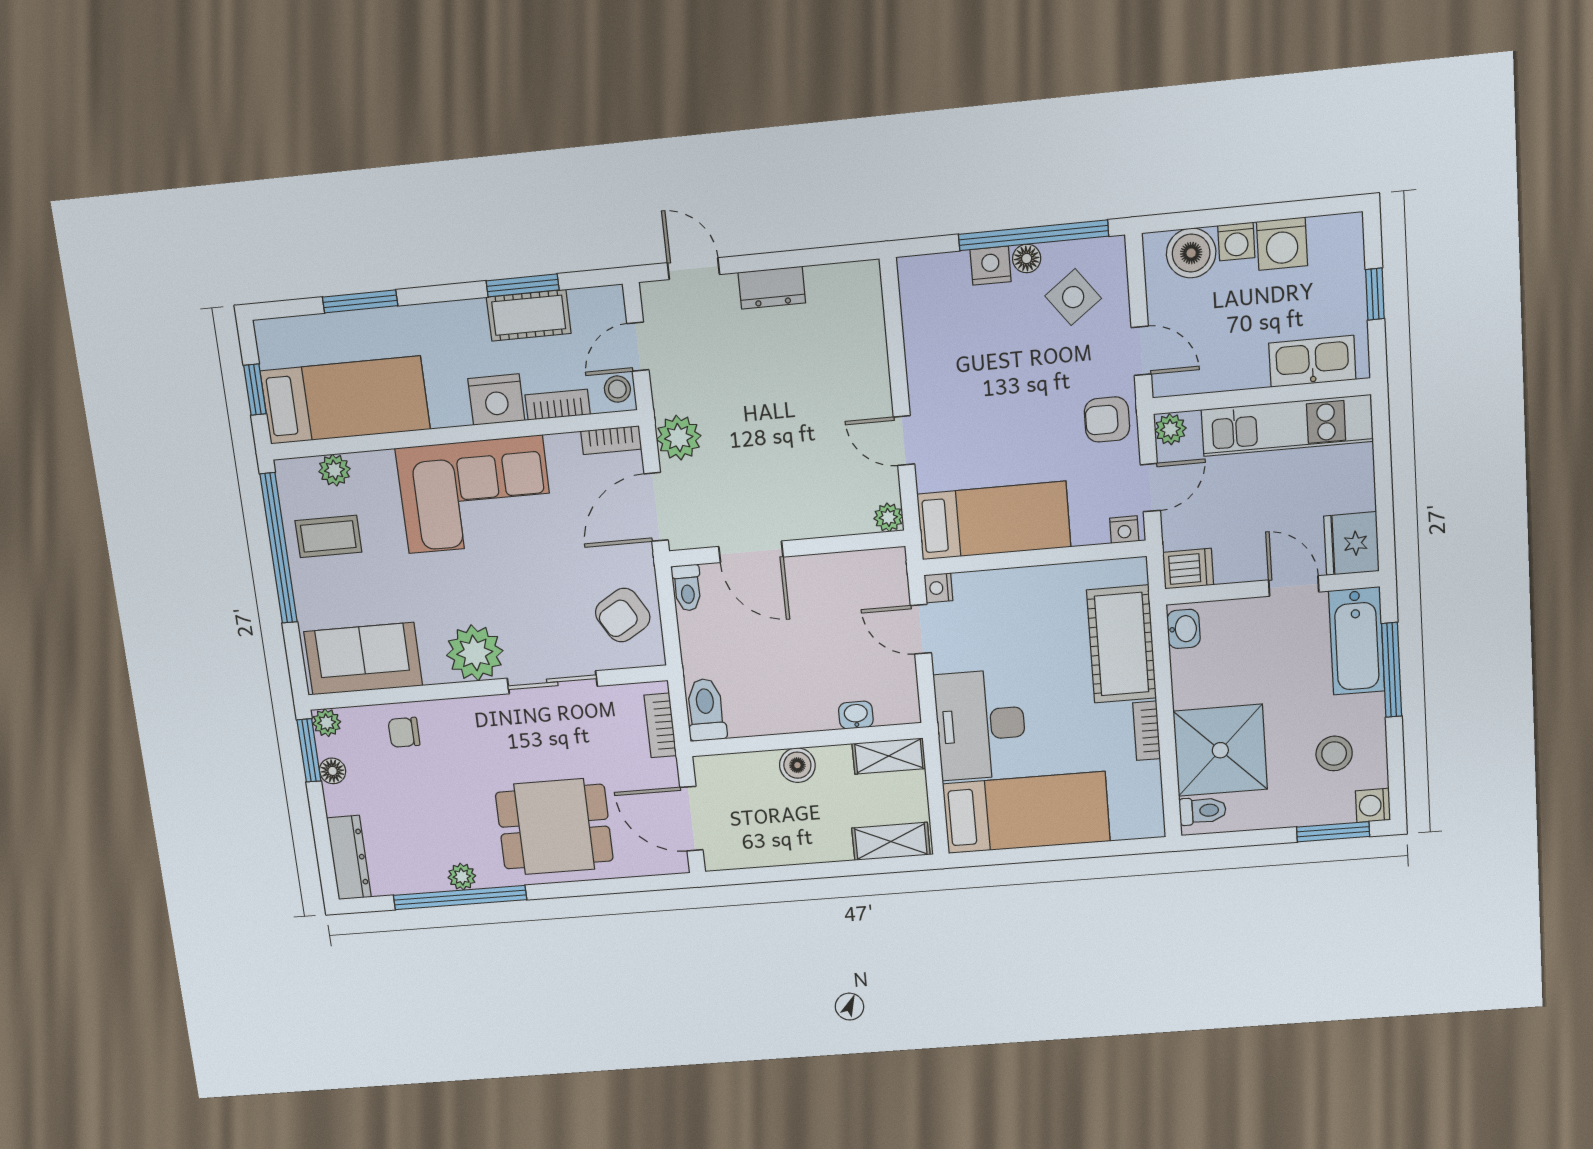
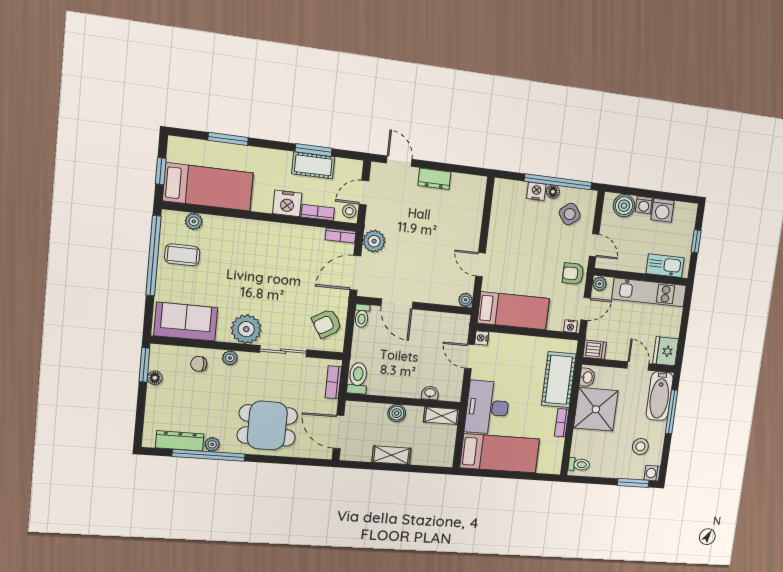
corner sofa: (475, 494) -> (265, 249), removed
plant: (327, 723) -> (230, 358), moved
shower: (1220, 750) -> (596, 409), moved
shelving: (891, 841) -> (391, 455), moved
dresser: (349, 858) -> (180, 441), moved, turned -90

